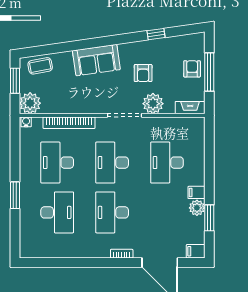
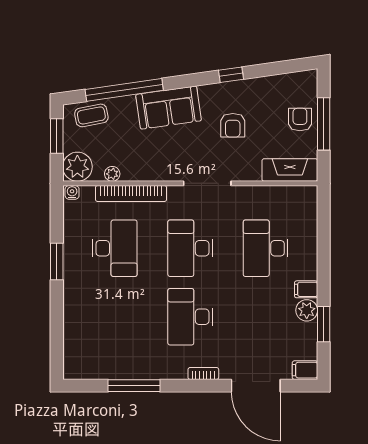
window: (156, 34) -> (231, 75), moved
window: (64, 47) -> (124, 90), added
plant: (153, 104) -> (112, 174), moved, width x0.53, depth x0.53
fireplace: (190, 108) -> (290, 170), width x1.37, depth x1.32
desk: (57, 163) -> (115, 248), turned 180
window: (15, 195) -> (57, 262), moved
desk: (57, 212) -> (115, 317), removed
window: (71, 263) -> (134, 386), added

